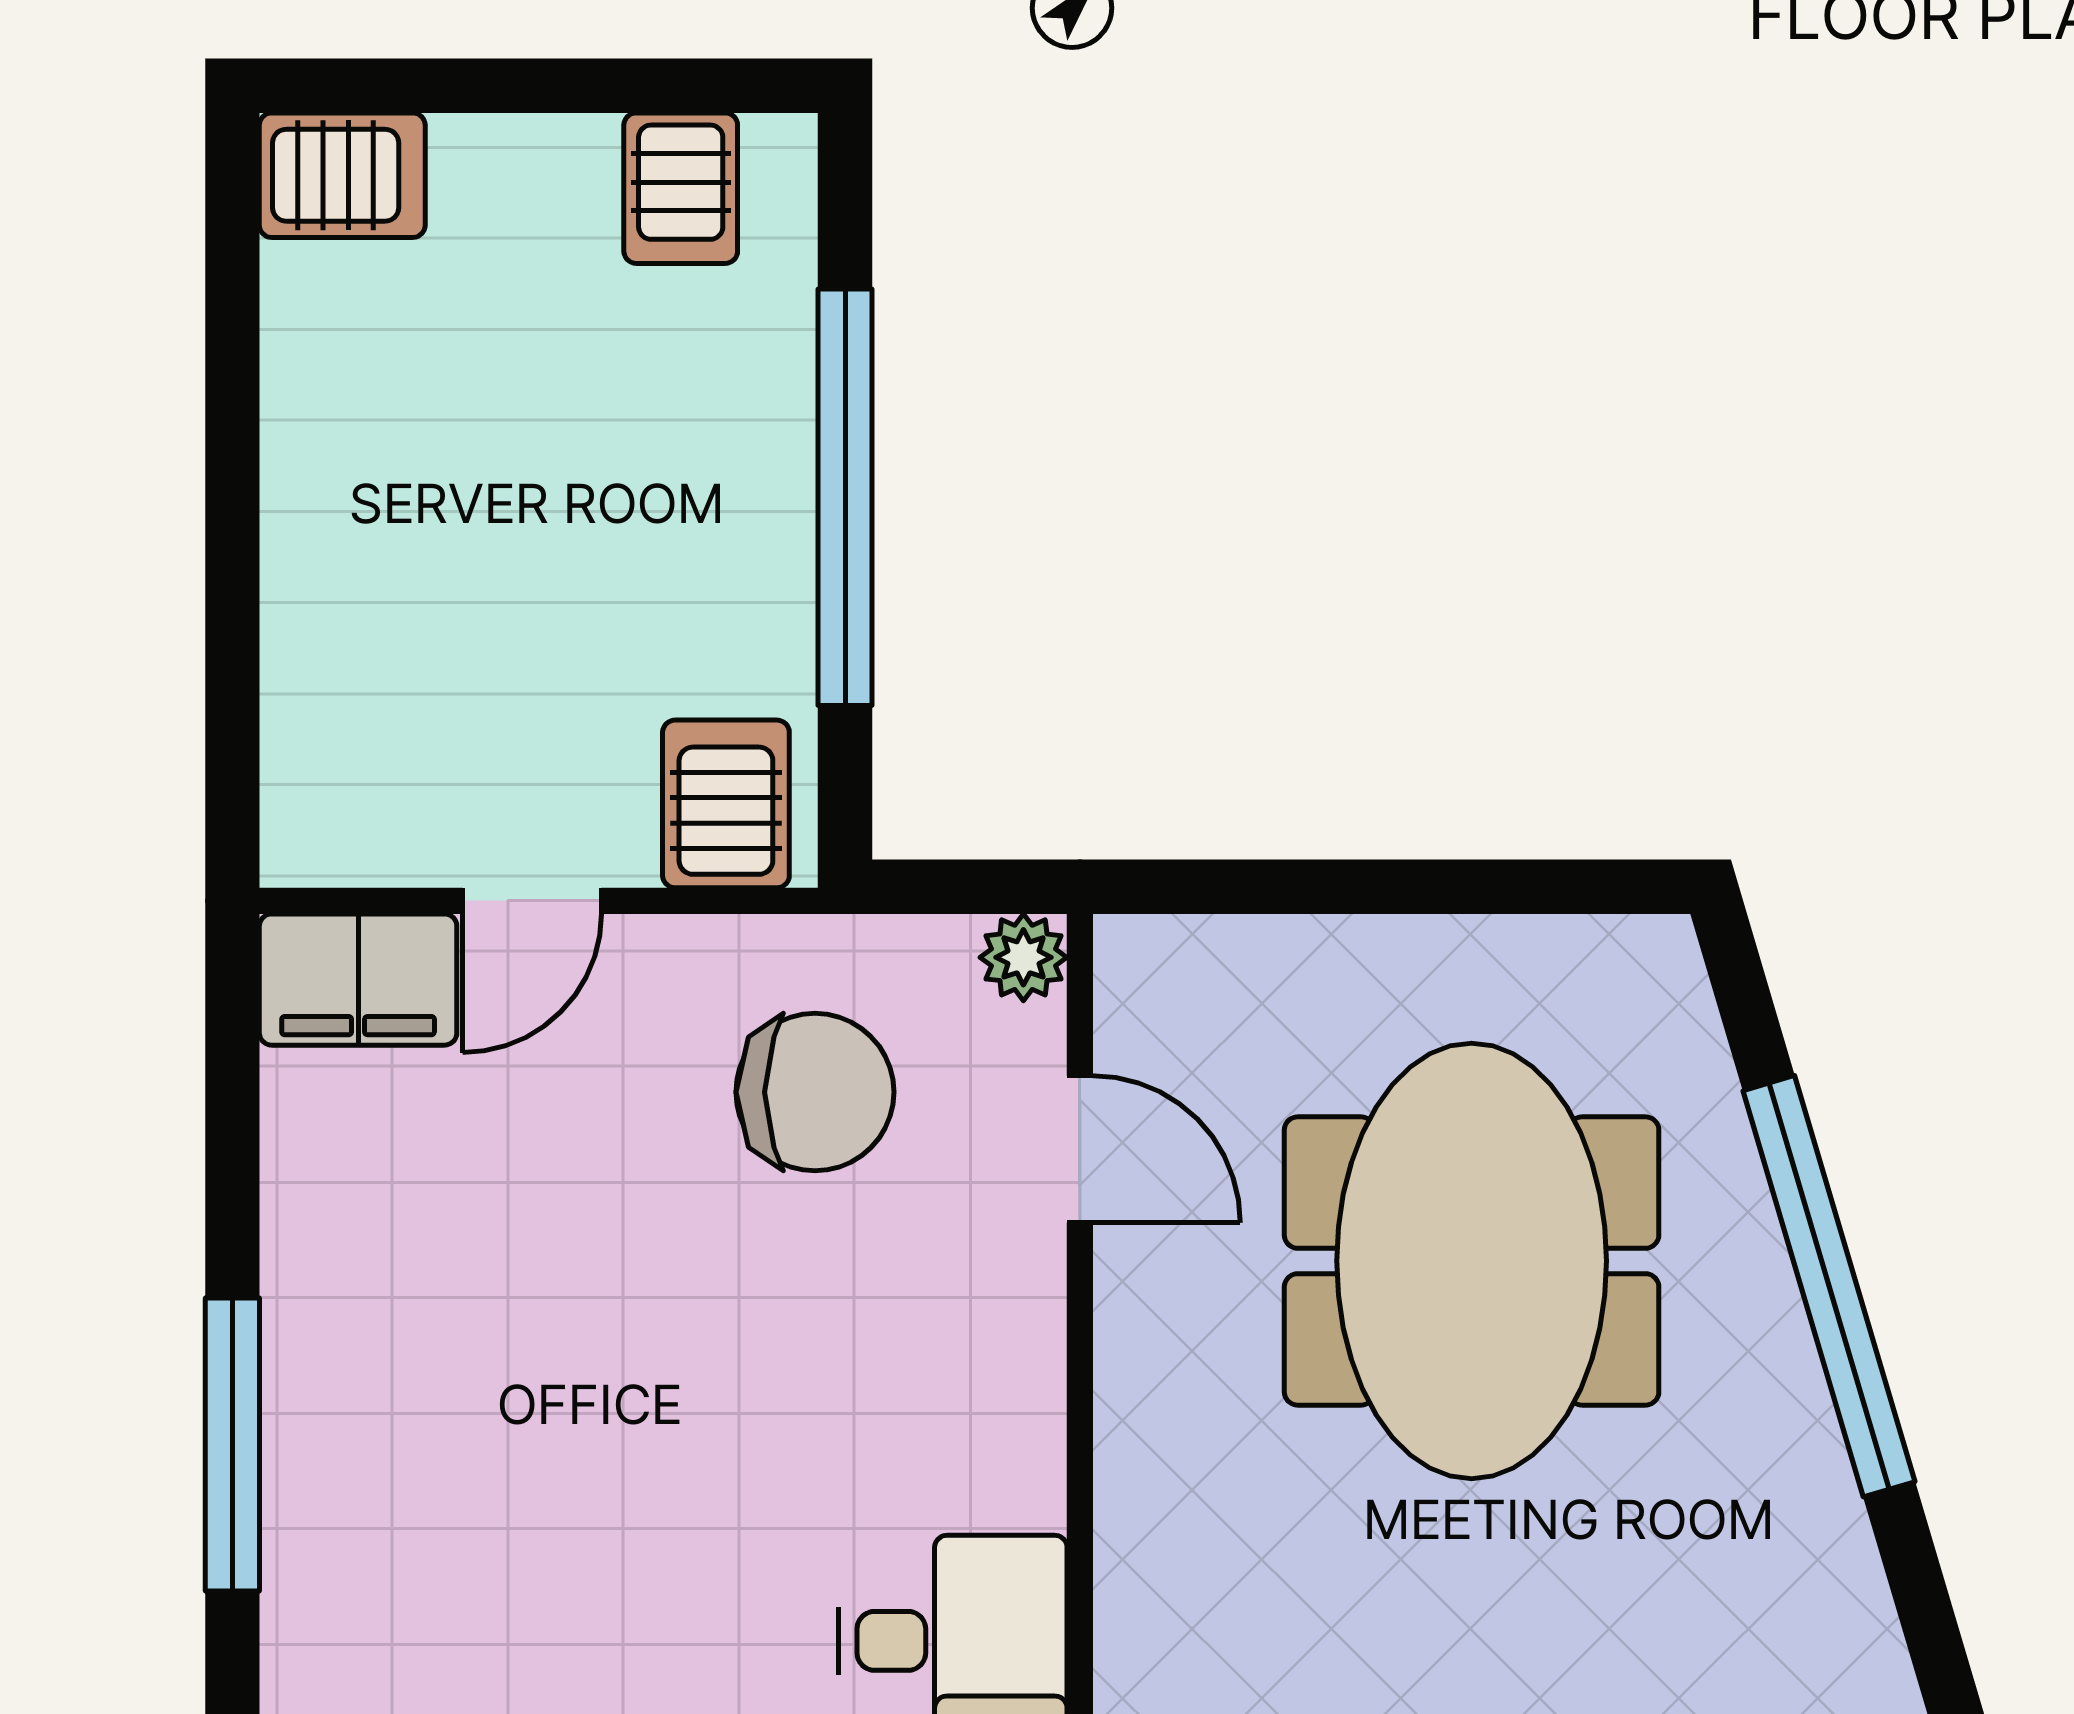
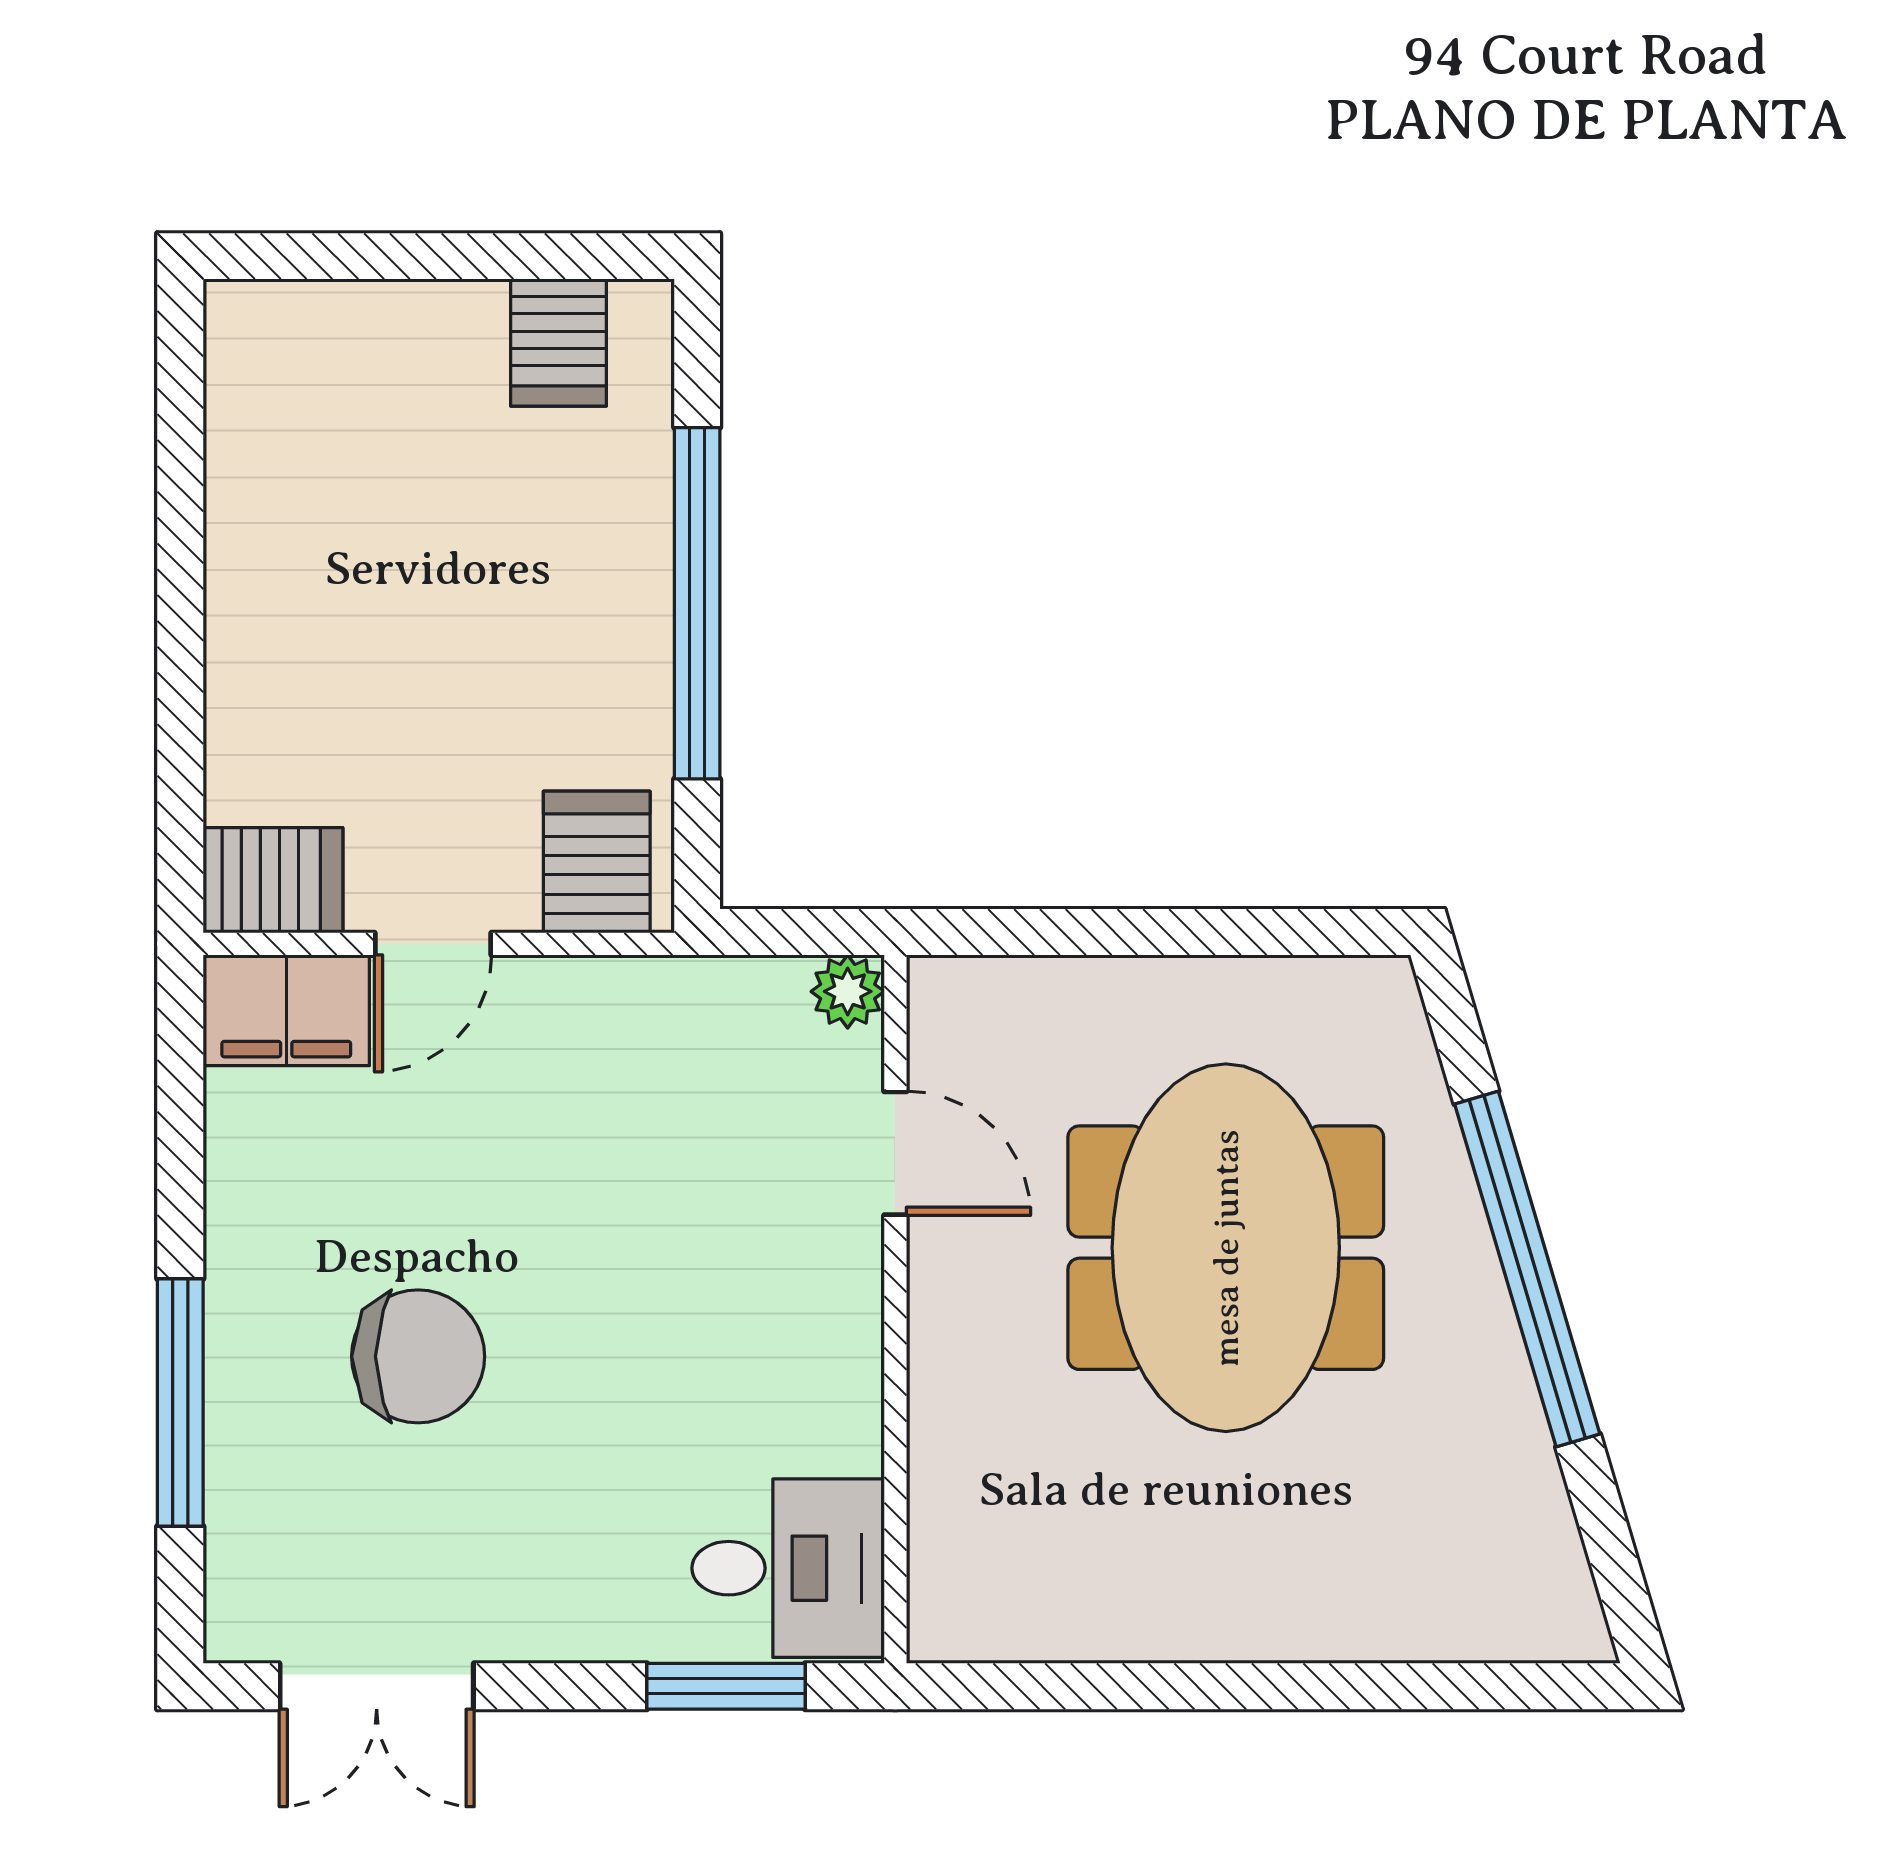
server rack: (342, 175) -> (273, 880), moved
chair: (815, 1092) -> (418, 1356), moved

